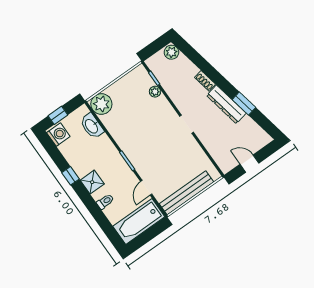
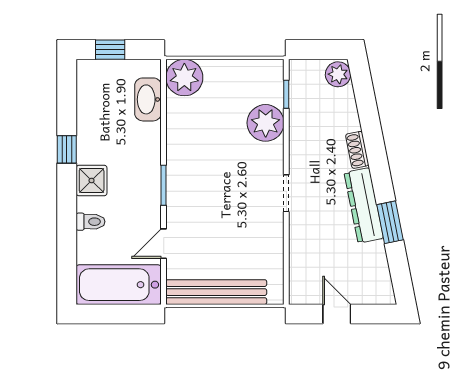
plant: (155, 92) -> (266, 123), width x1.88, depth x1.88
washing machine: (58, 135) -> (91, 78), removed

